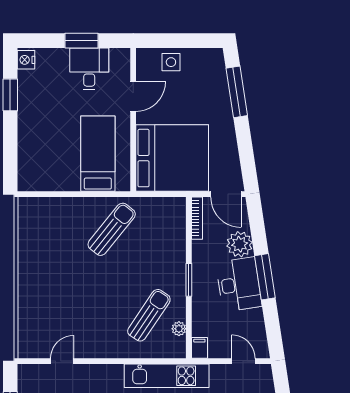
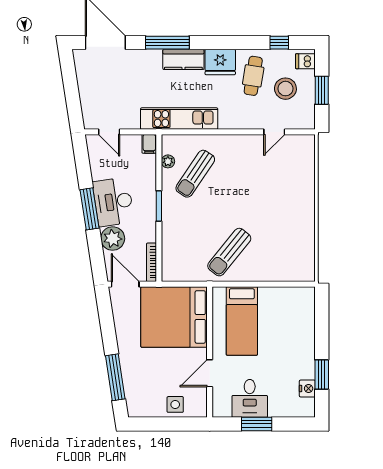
nightstand: (26, 60) -> (307, 388), moved

